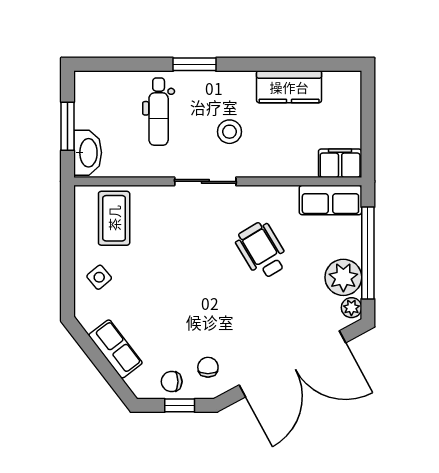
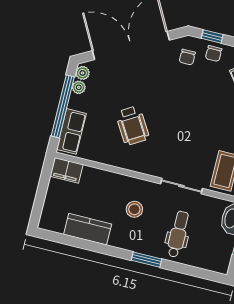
sliding door: (205, 181) -> (181, 186), moved
row of seats: (330, 200) -> (71, 131), moved, turned 90
plant: (343, 277) -> (79, 87), width x0.53, depth x0.53
chair: (172, 382) -> (214, 54), turned 90

